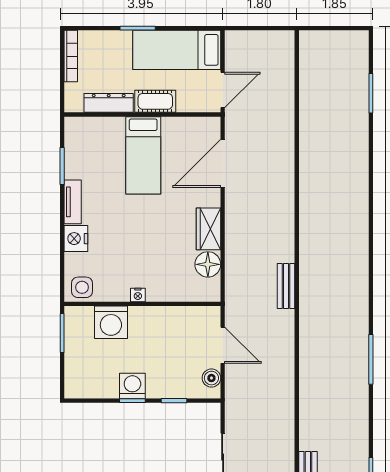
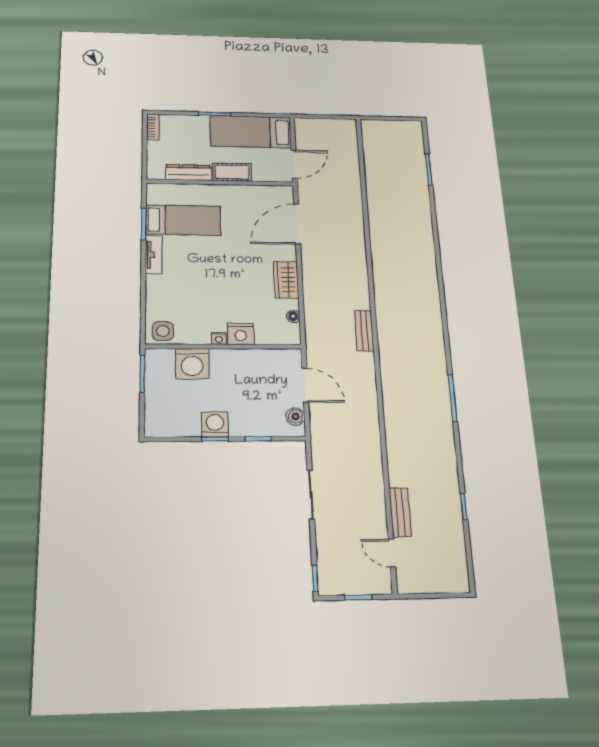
bookcase: (71, 56) -> (153, 127), width x0.64
bed: (143, 155) -> (183, 220), moved, turned -90
nightstand: (76, 239) -> (241, 334), moved, turned -90
floor lamp: (208, 264) -> (293, 316), width x0.53, depth x0.53

